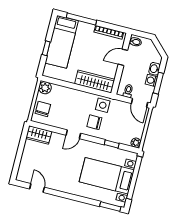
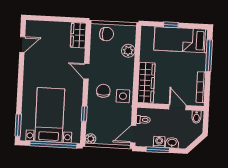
plant: (45, 88) -> (128, 51), moved

